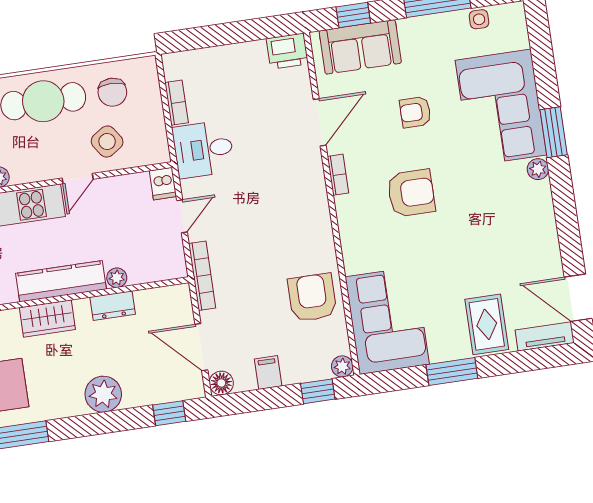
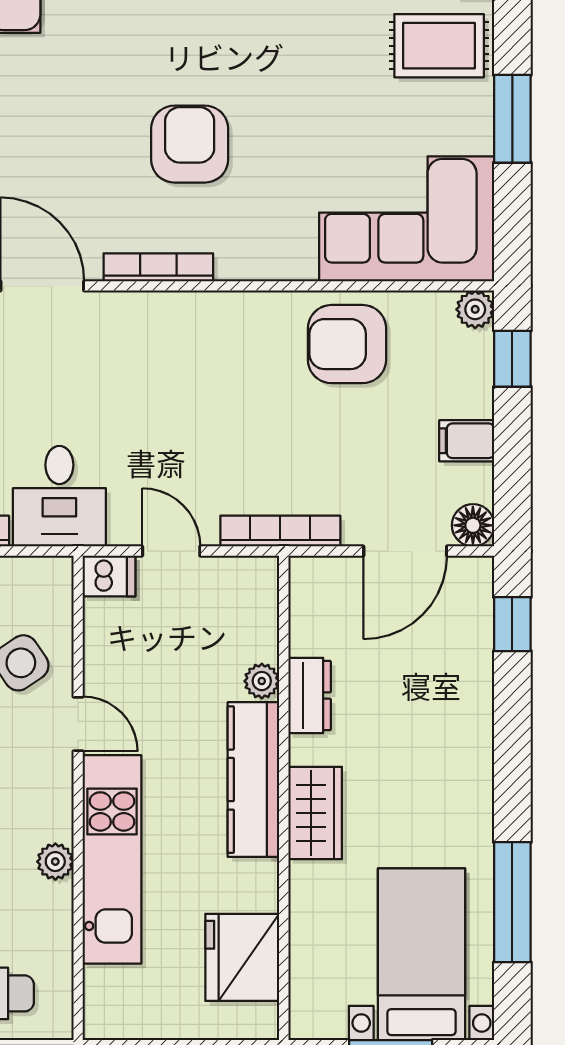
armchair: (415, 112) -> (49, 116), removed
bookcase: (338, 175) -> (158, 267), width x1.56
plant: (103, 394) -> (462, 735), removed

